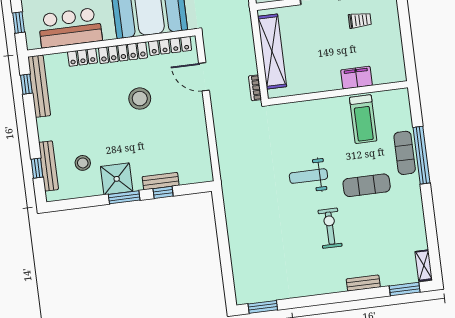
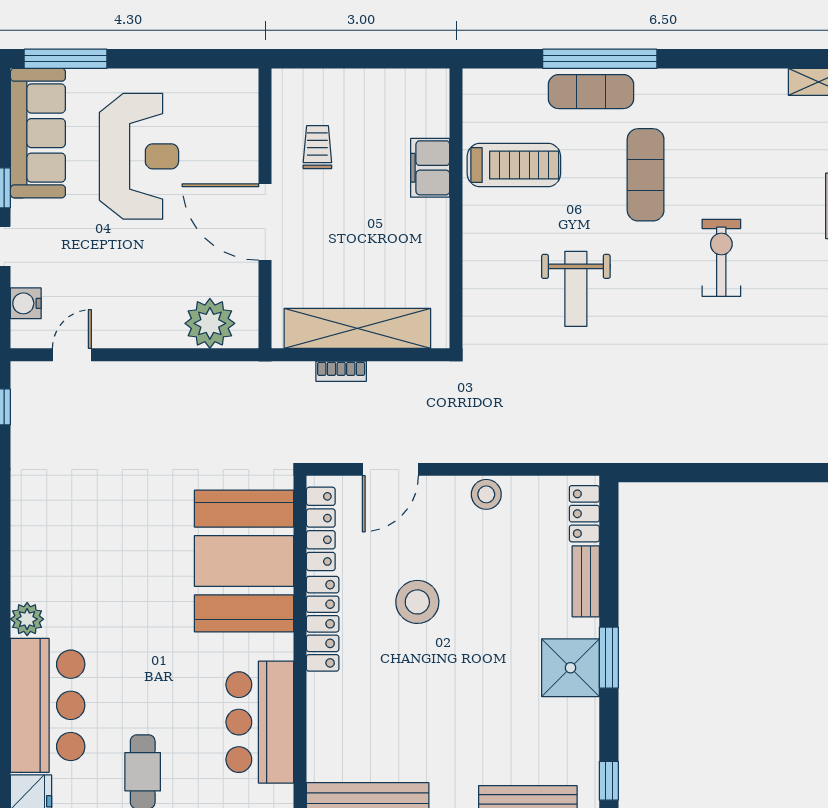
locker: (82, 57) -> (584, 514), moved, turned 180
bookcase: (255, 88) -> (341, 371), moved
stool: (83, 163) -> (486, 494), moved
weight bench: (308, 176) -> (576, 289), moved
window: (163, 192) -> (609, 781), moved
exercise bike: (330, 228) -> (721, 258), turned 90

